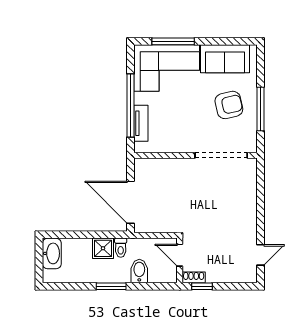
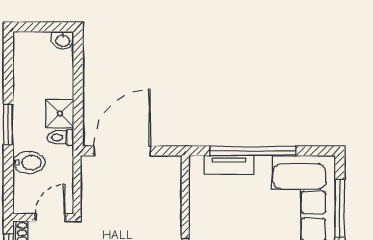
washbasin: (52, 253) -> (63, 40), width x0.52, depth x0.69

